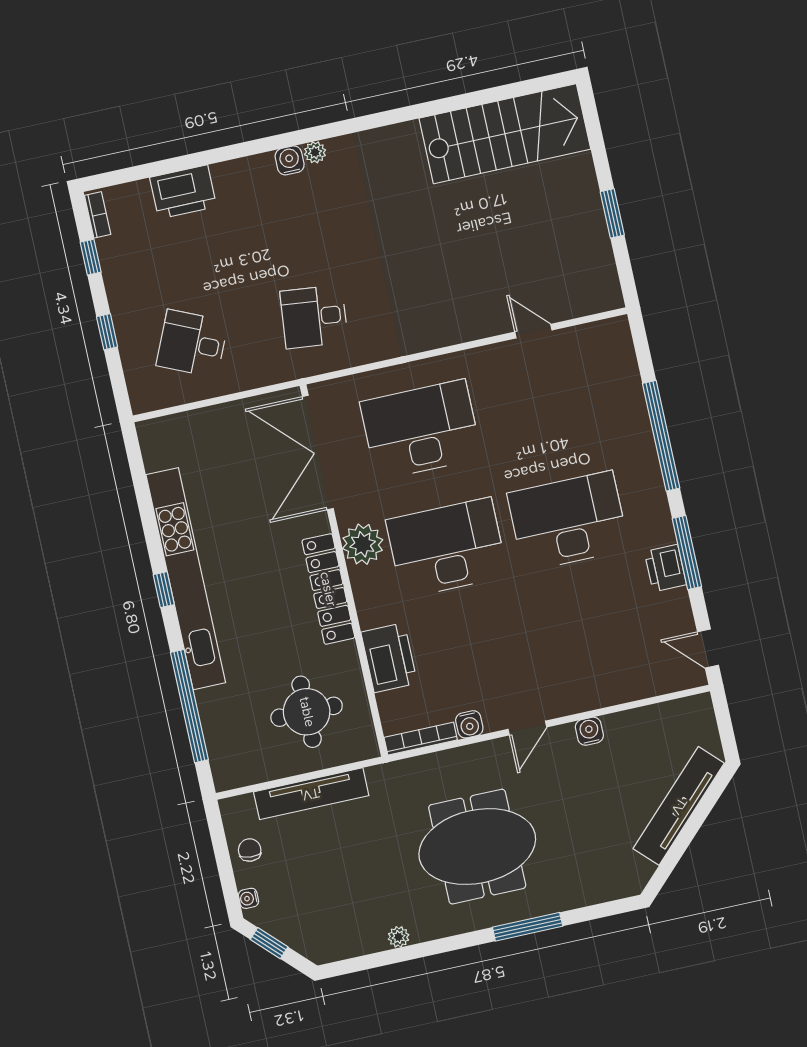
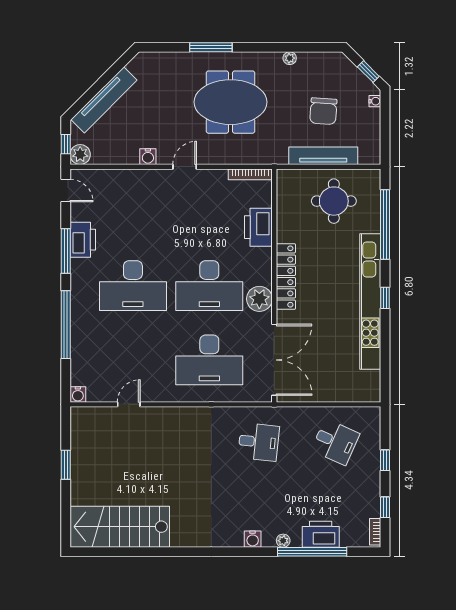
plant: (315, 152) -> (283, 541), moved
window: (191, 161) -> (312, 552), added
door: (533, 331) -> (129, 404), swing flipped
printer: (665, 568) -> (83, 240), width x1.37, depth x1.19
plant: (698, 711) -> (80, 154), added
round table: (307, 712) -> (334, 201), moved
window: (724, 722) -> (66, 144), added
water cooler: (469, 724) -> (78, 394), moved, turned 180
chair: (250, 850) -> (323, 111), moved, width x1.87, depth x1.87

